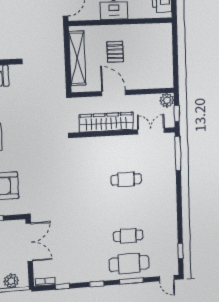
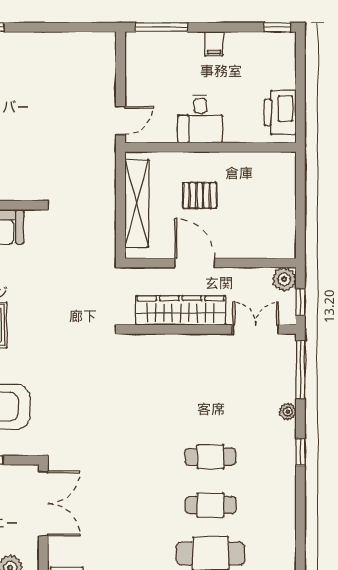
pallet: (115, 52) -> (200, 195), turned 90
plant: (171, 178) -> (288, 412), added
cafe table: (126, 179) -> (210, 457), moved
window: (180, 251) -> (300, 452), moved

